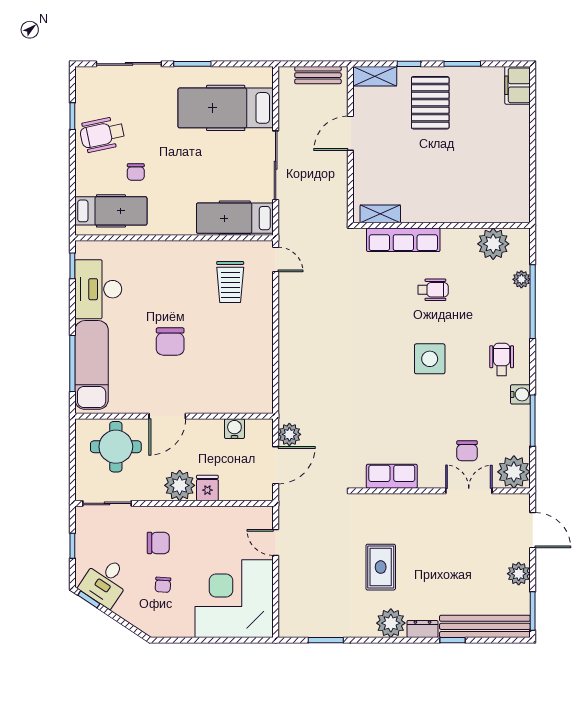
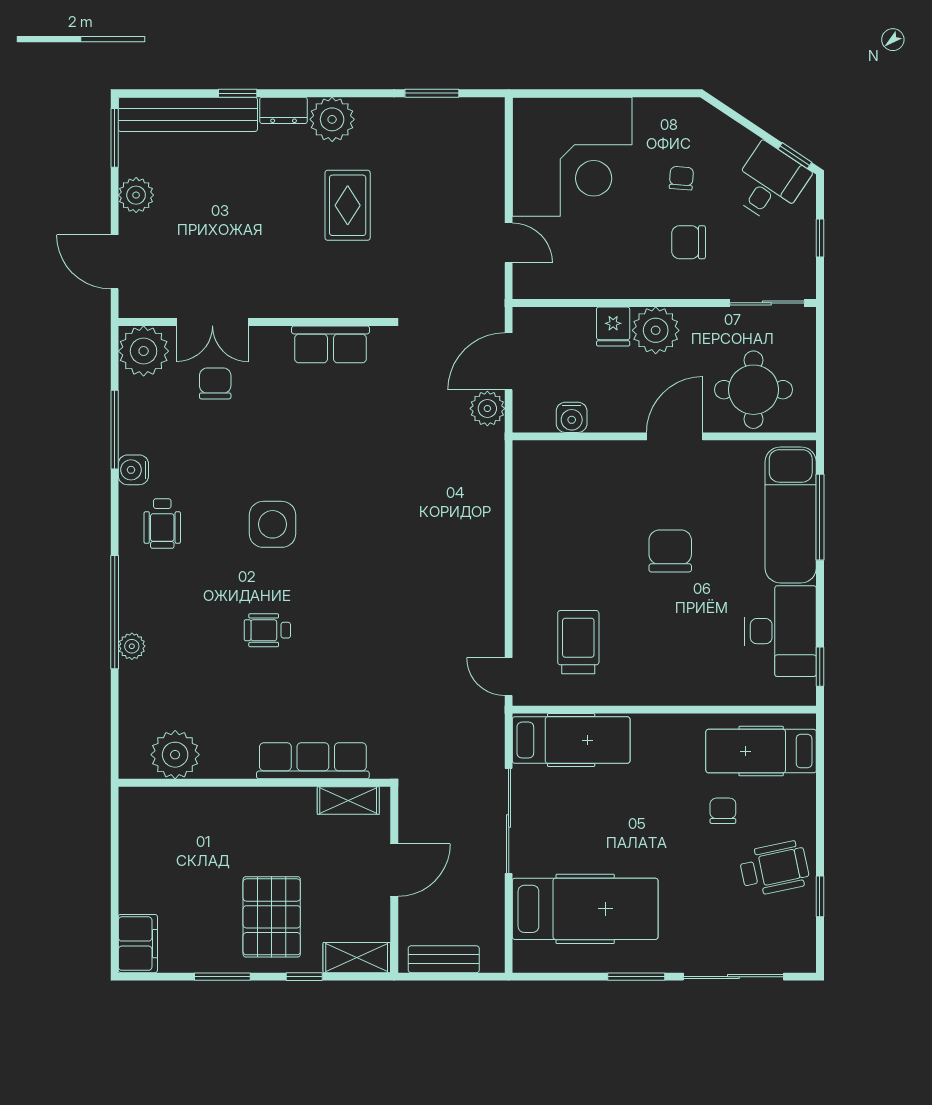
shelving: (380, 214) -> (348, 801), moved
wall: (441, 225) -> (254, 783), moved
row of seats: (403, 240) -> (313, 761), moved
plant: (493, 244) -> (175, 755), moved

